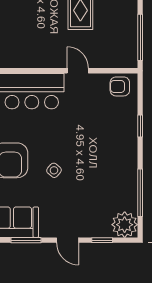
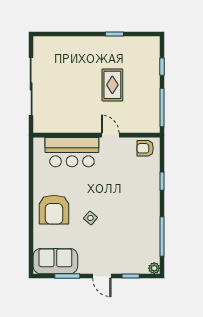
plant: (125, 225) -> (154, 268), width x0.53, depth x0.53

